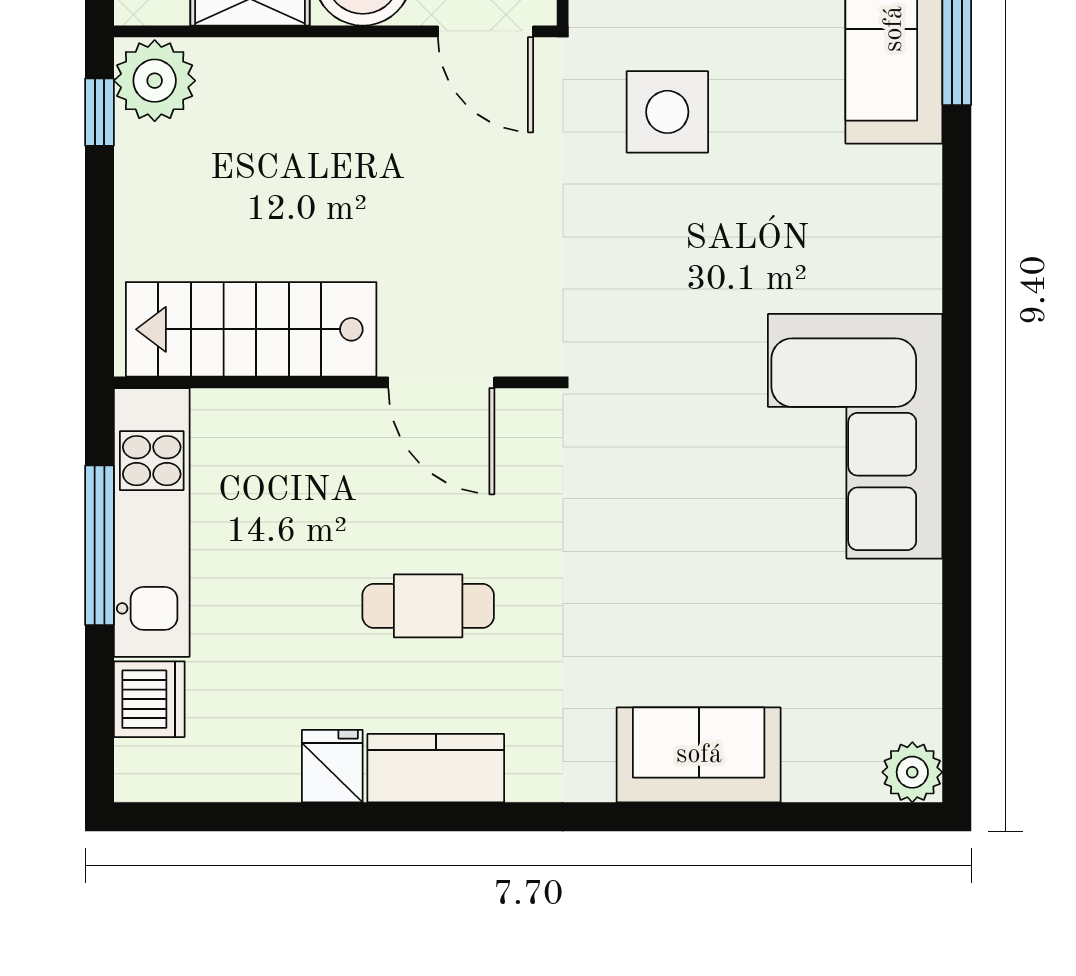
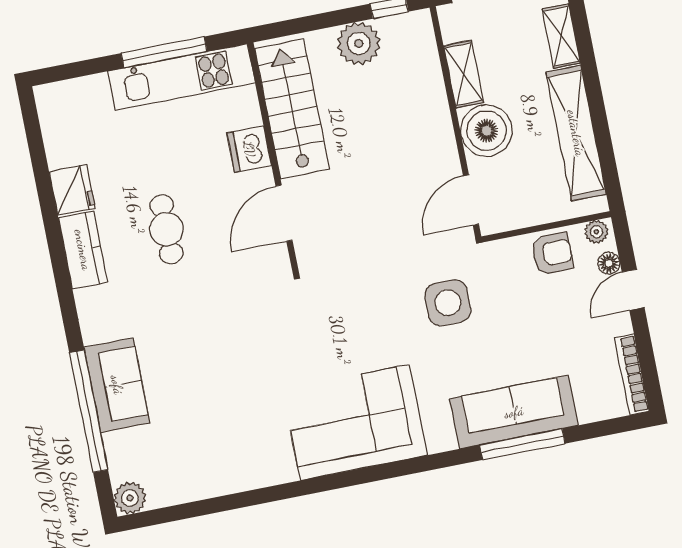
plant: (155, 81) -> (359, 44), moved
corner sofa: (855, 436) -> (355, 423), moved
dishwasher: (149, 699) -> (249, 149), moved, turned 90
fridge: (332, 766) -> (72, 190), width x1.38
window: (736, 817) -> (89, 411), added

